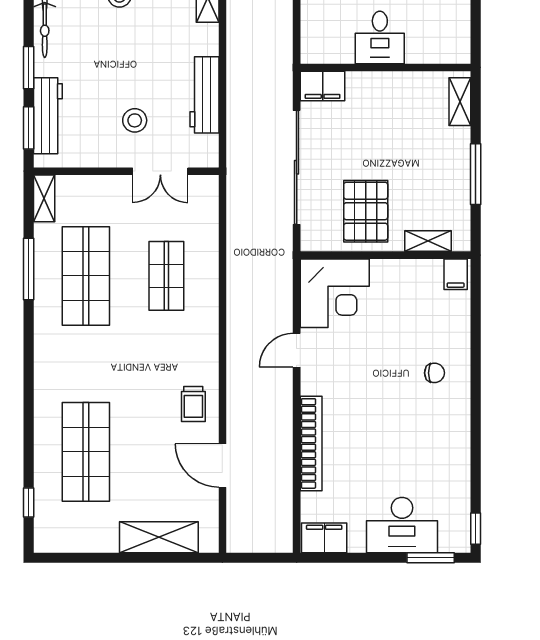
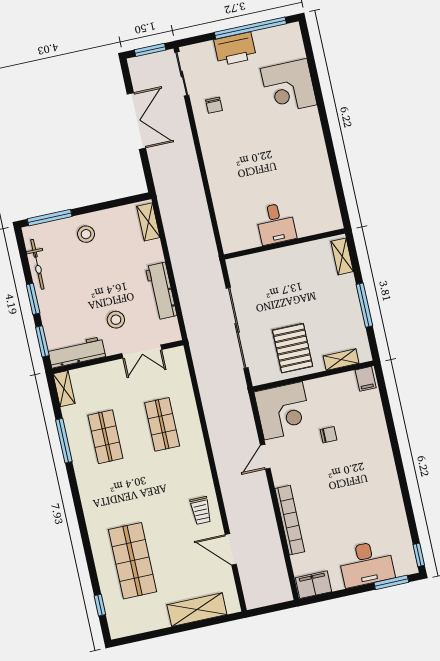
filing cabinet: (323, 86) -> (243, 267), removed
workbench: (48, 116) -> (77, 352), moved, turned -90
shop shelf: (86, 276) -> (105, 437), width x0.70, depth x0.74
chair: (435, 373) -> (328, 435), moved

